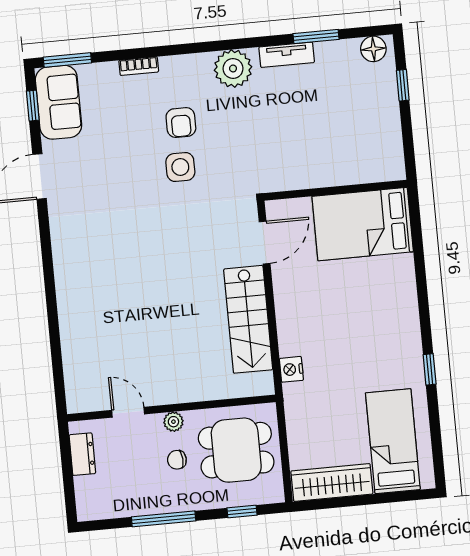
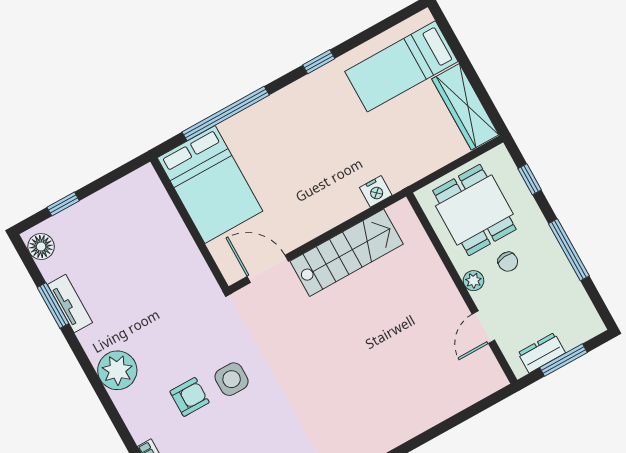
tv unit: (287, 55) -> (70, 304), moved
window: (420, 266) -> (226, 114), added
window: (67, 471) -> (563, 360), added

